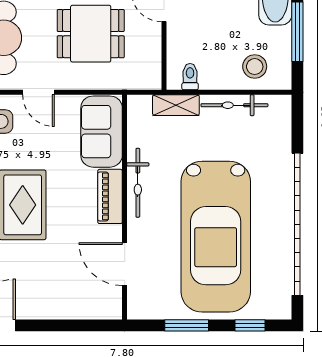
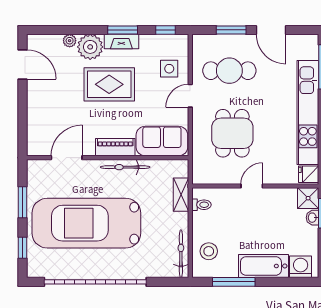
bicycle: (234, 105) -> (181, 254), moved

